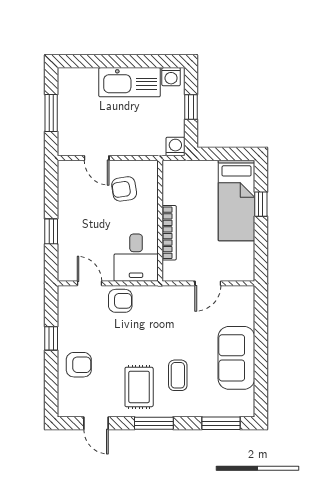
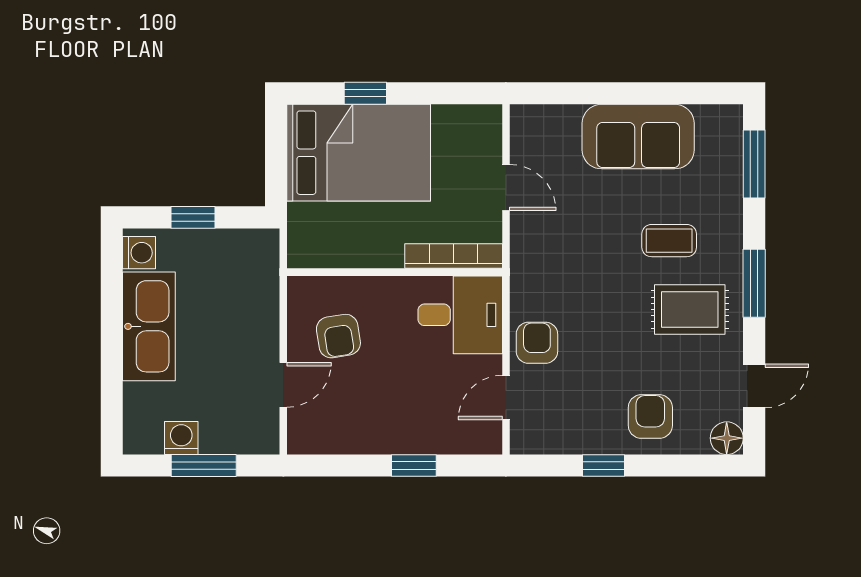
washing machine: (175, 147) -> (181, 438), moved, turned 90
bed: (237, 200) -> (359, 153), width x1.50
bookcase: (169, 233) -> (454, 256), moved
floor lamp: (67, 408) -> (727, 438), added

